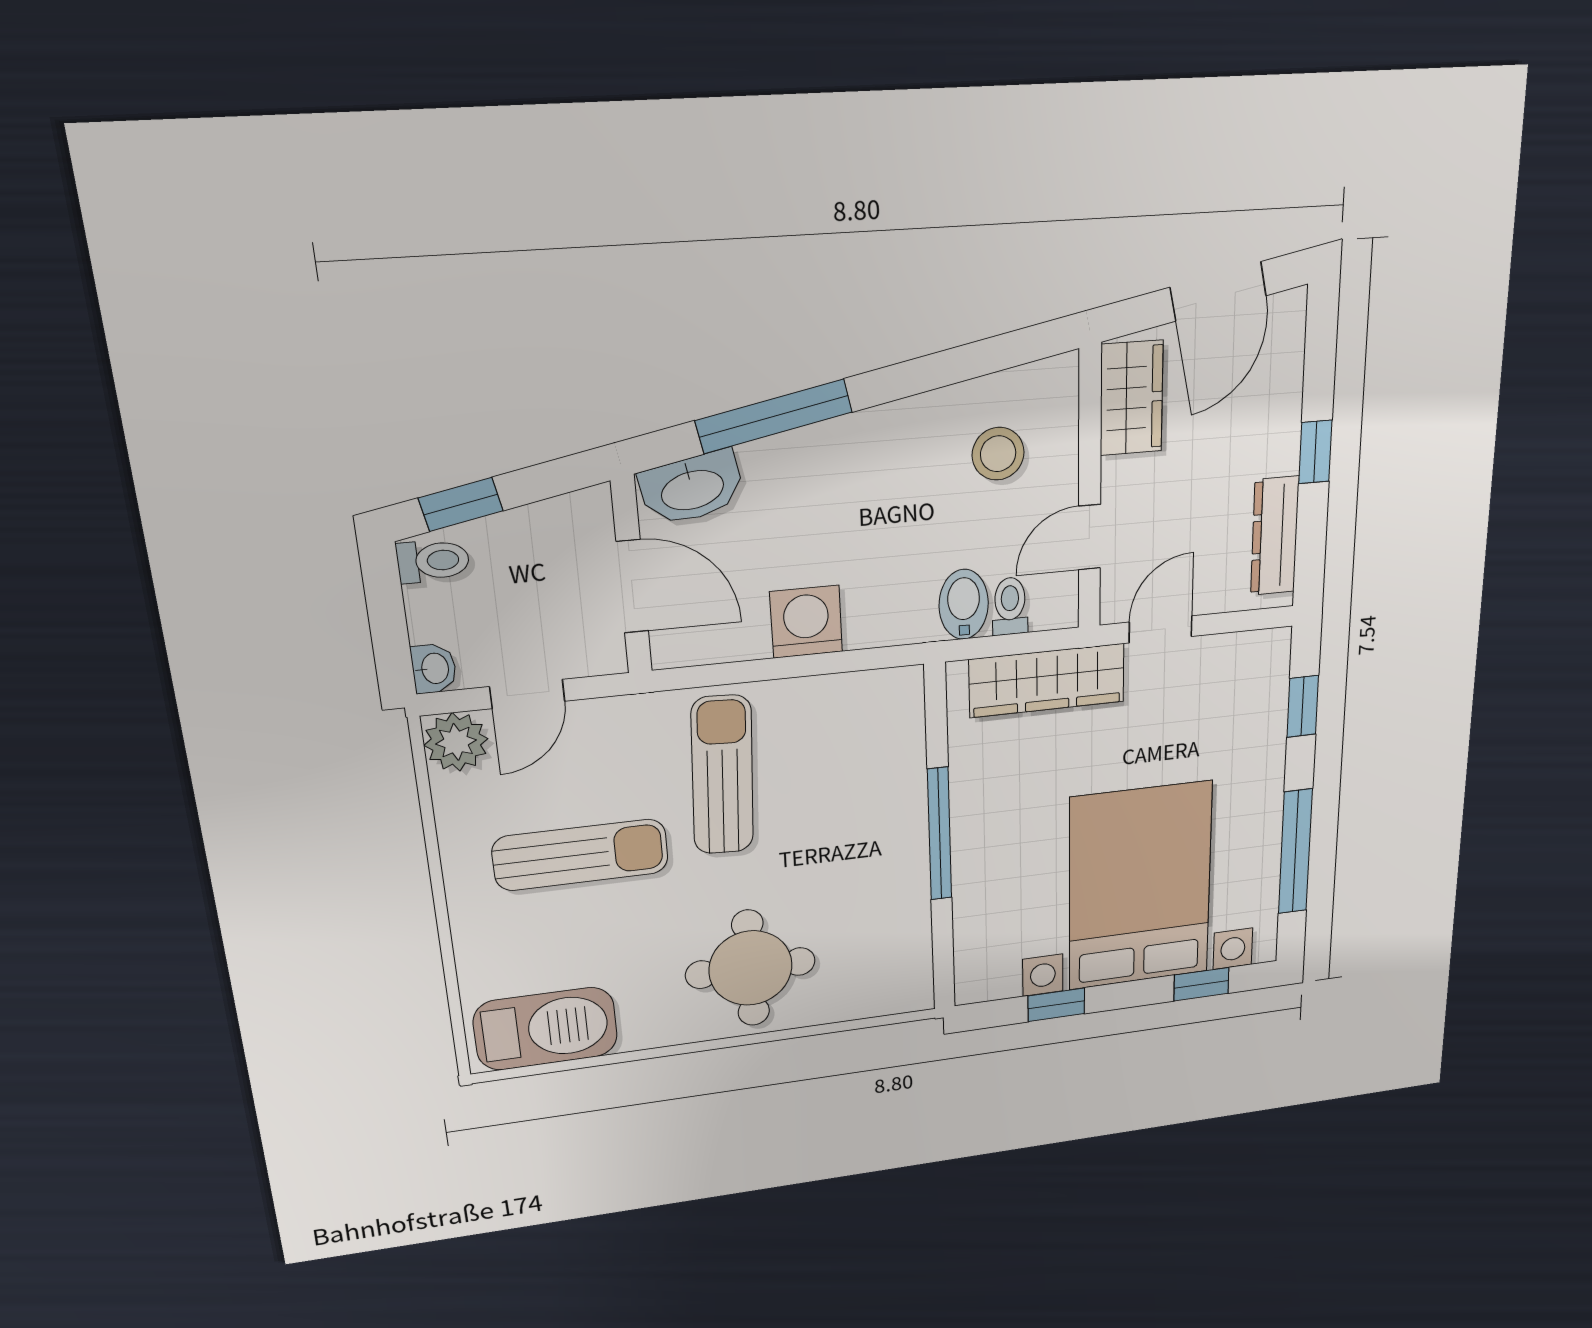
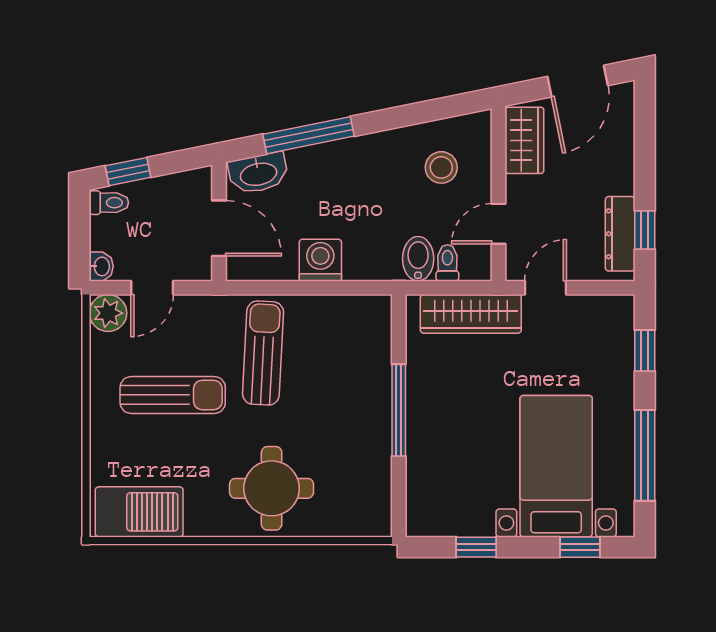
window: (1315, 452) -> (645, 230), moved
bed with nightstands: (1140, 886) -> (556, 466), width x0.73

